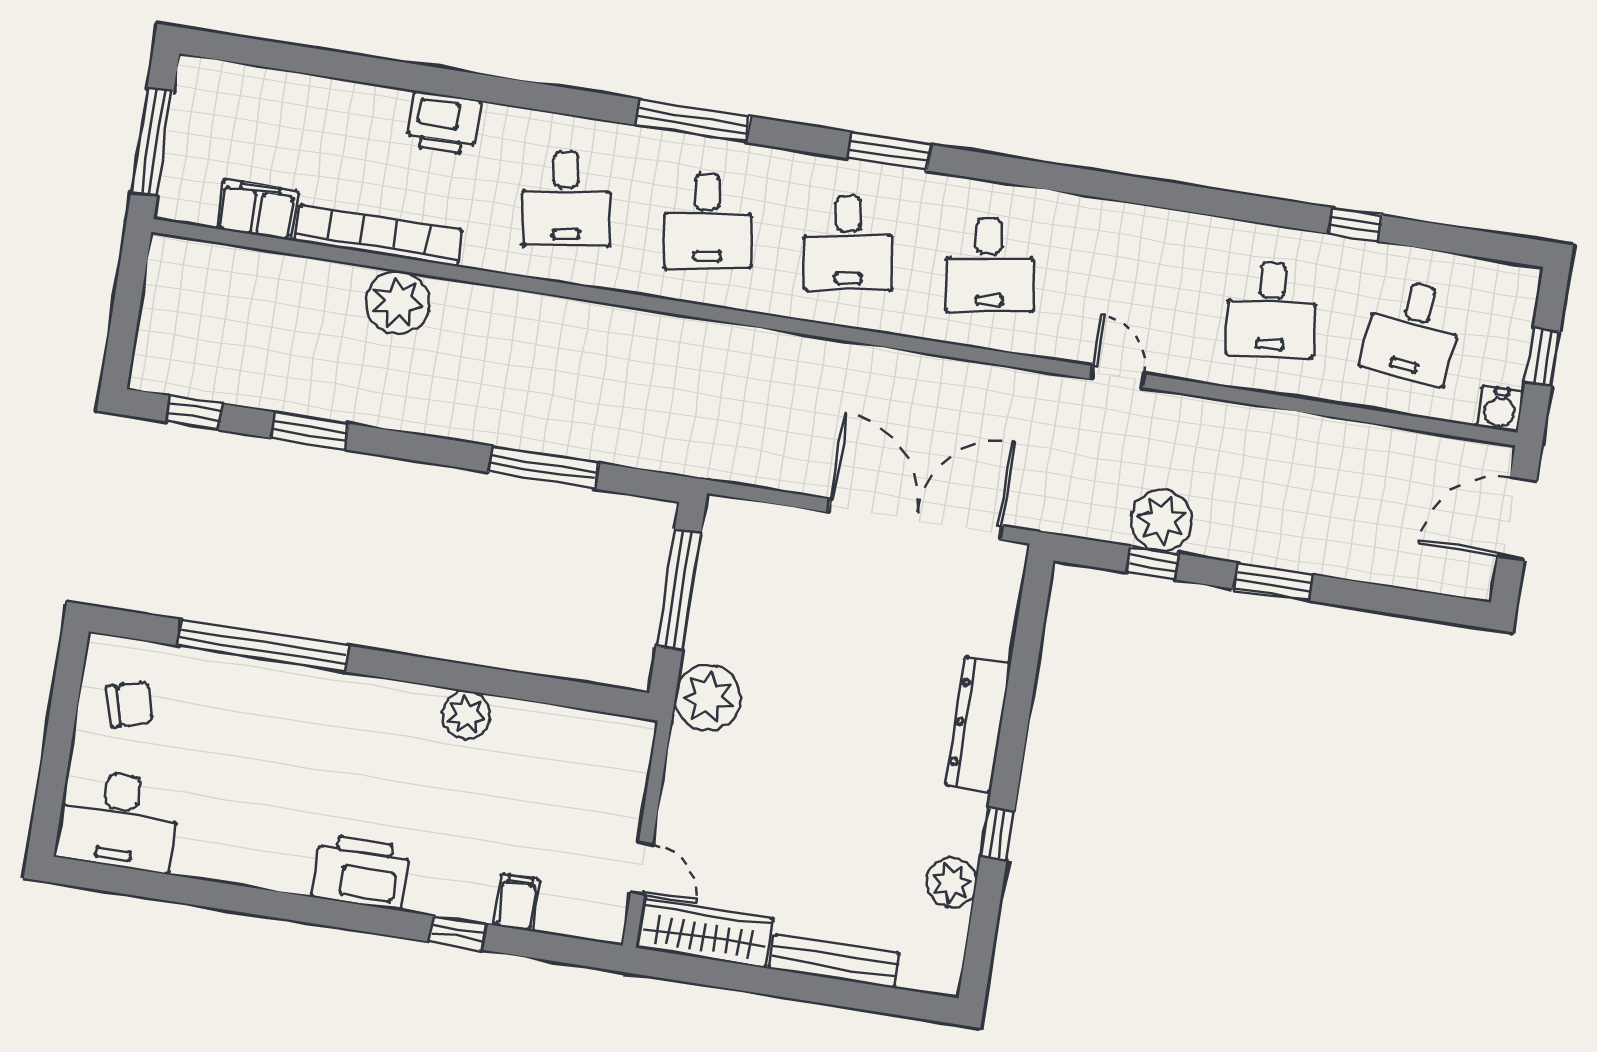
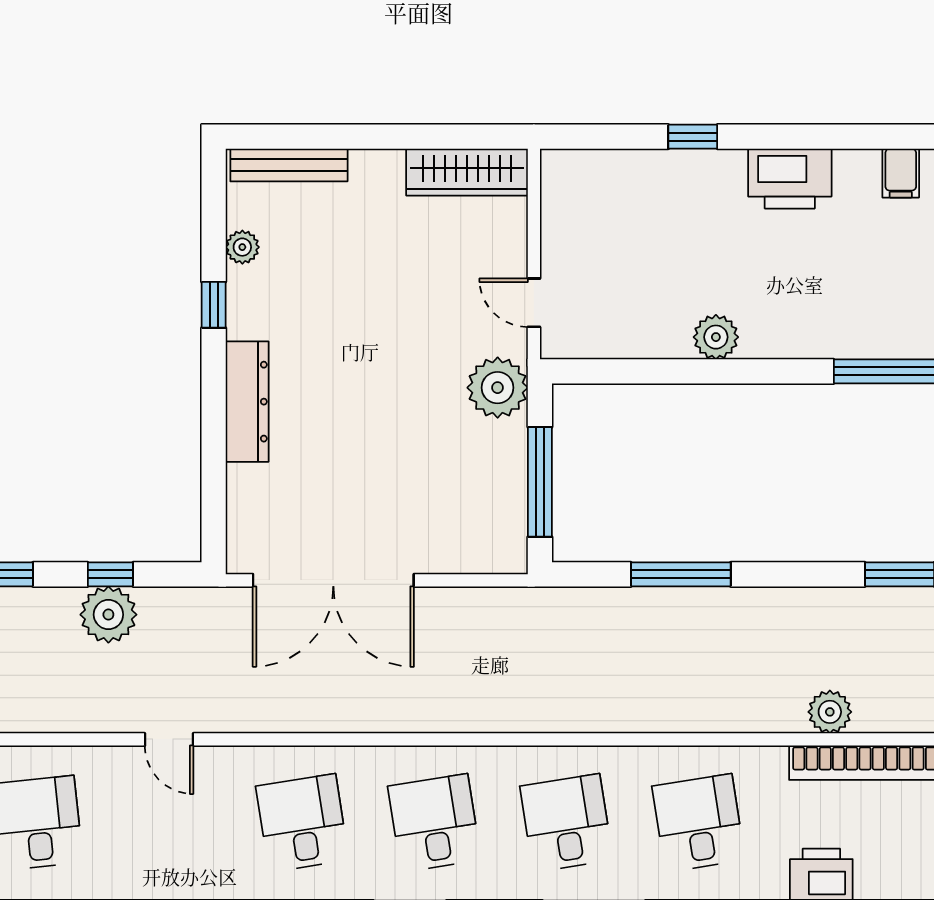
plant: (398, 303) -> (830, 712), width x0.73, depth x0.73
door: (642, 868) -> (534, 303), moved
plant: (951, 883) -> (242, 247), width x0.73, depth x0.73
filing cabinet: (517, 902) -> (901, 173), moved
bench: (834, 961) -> (289, 165), moved

